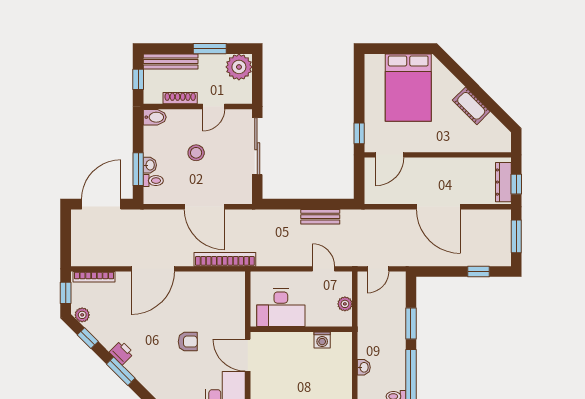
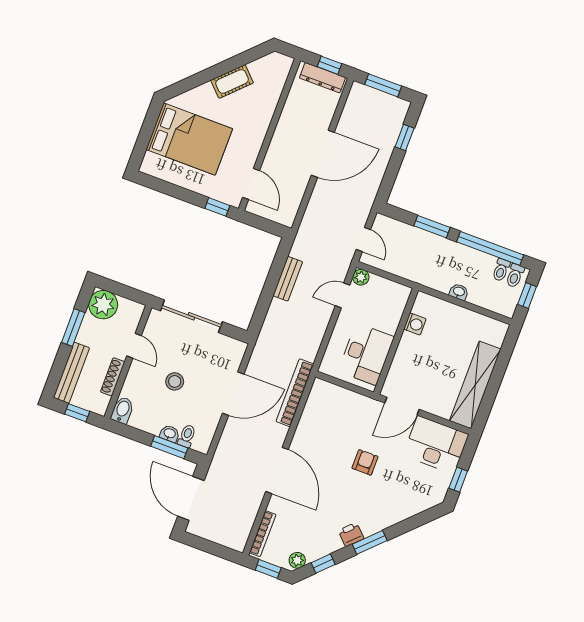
plant: (345, 304) -> (361, 277), moved

